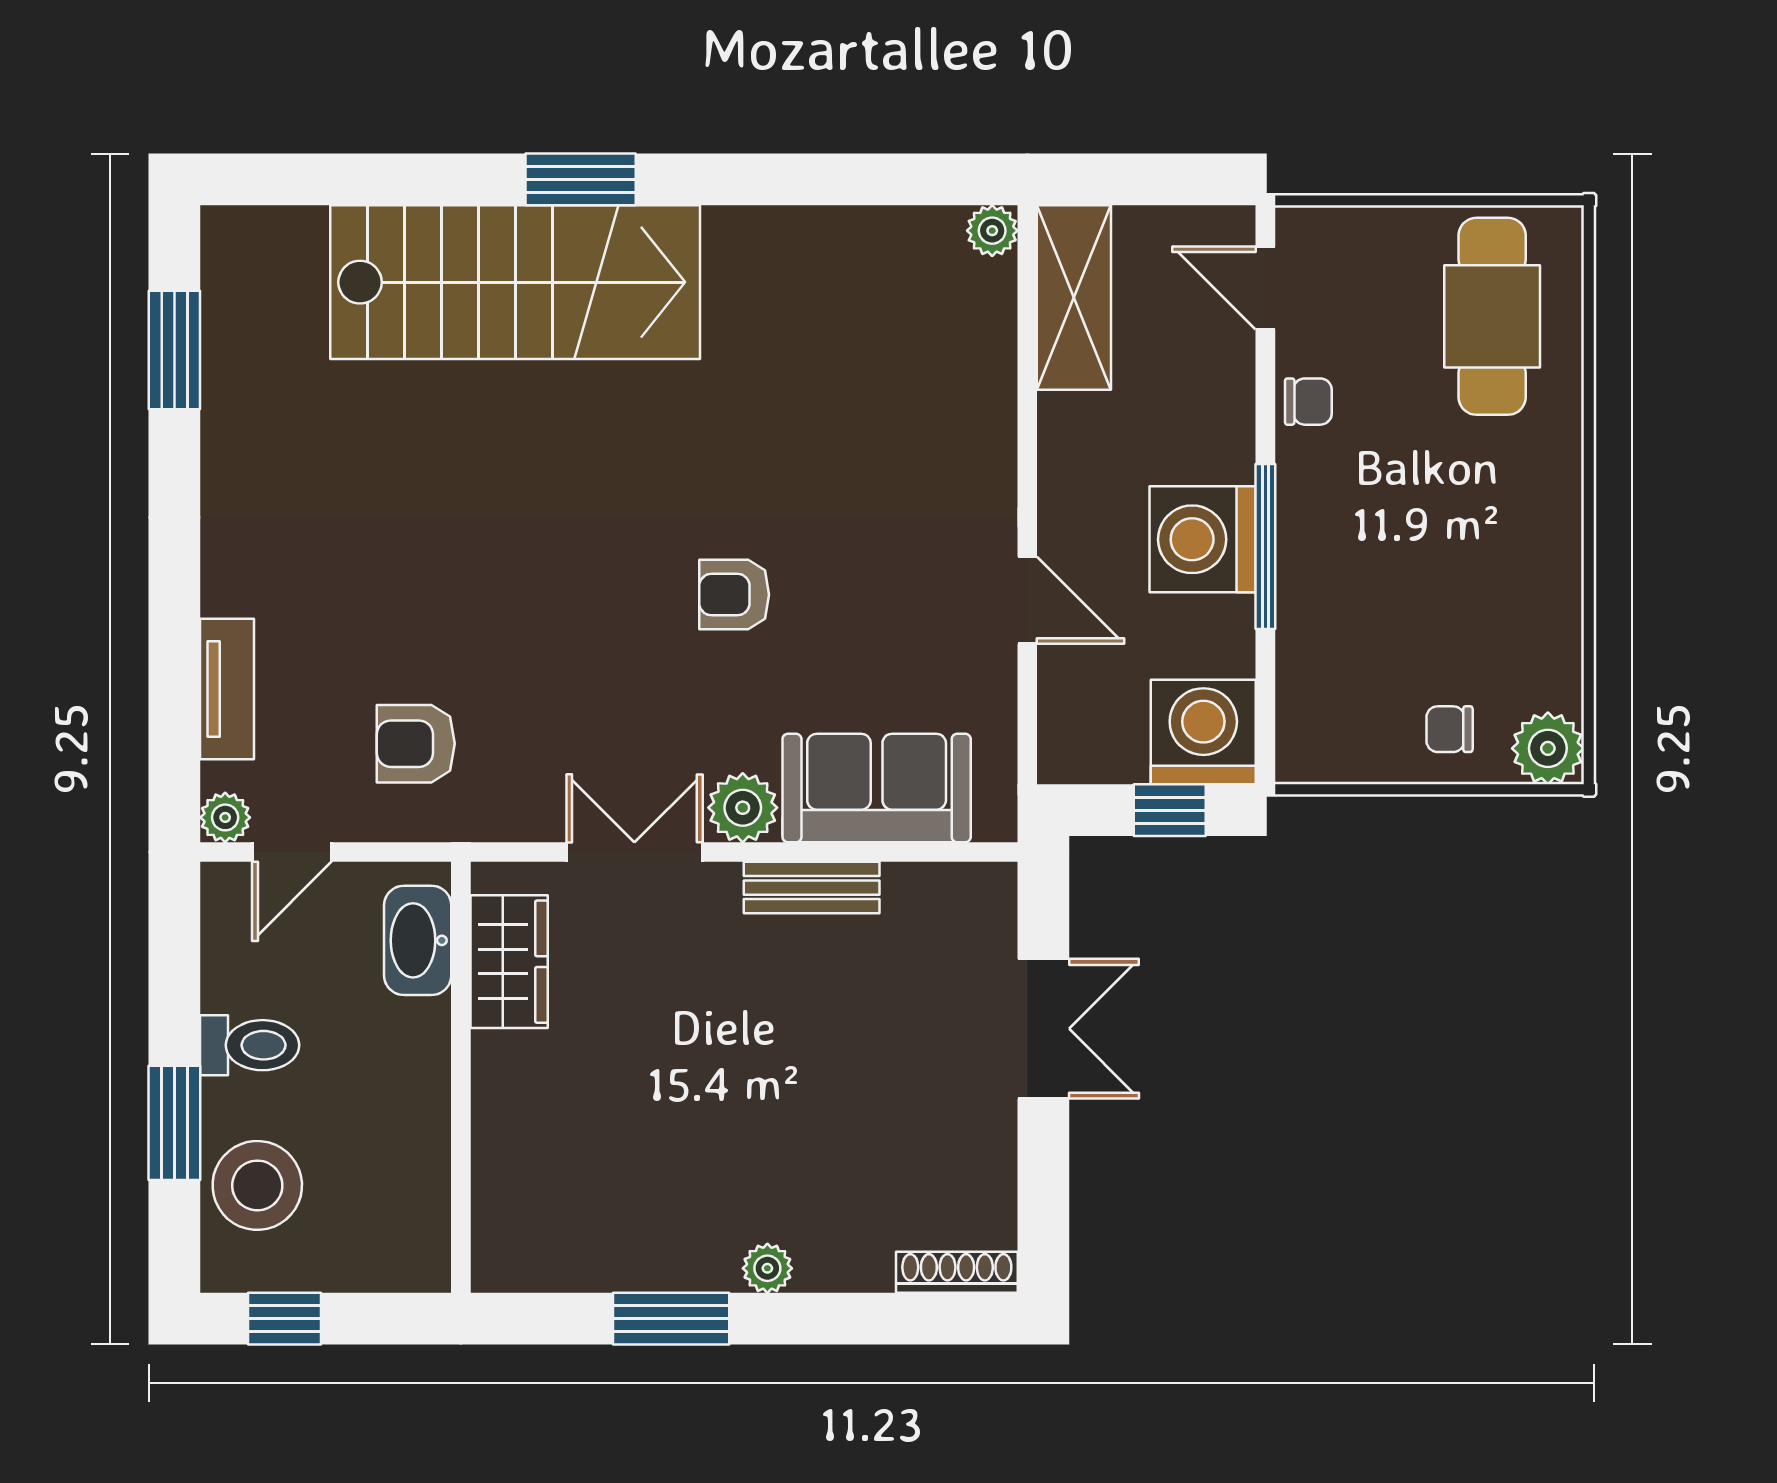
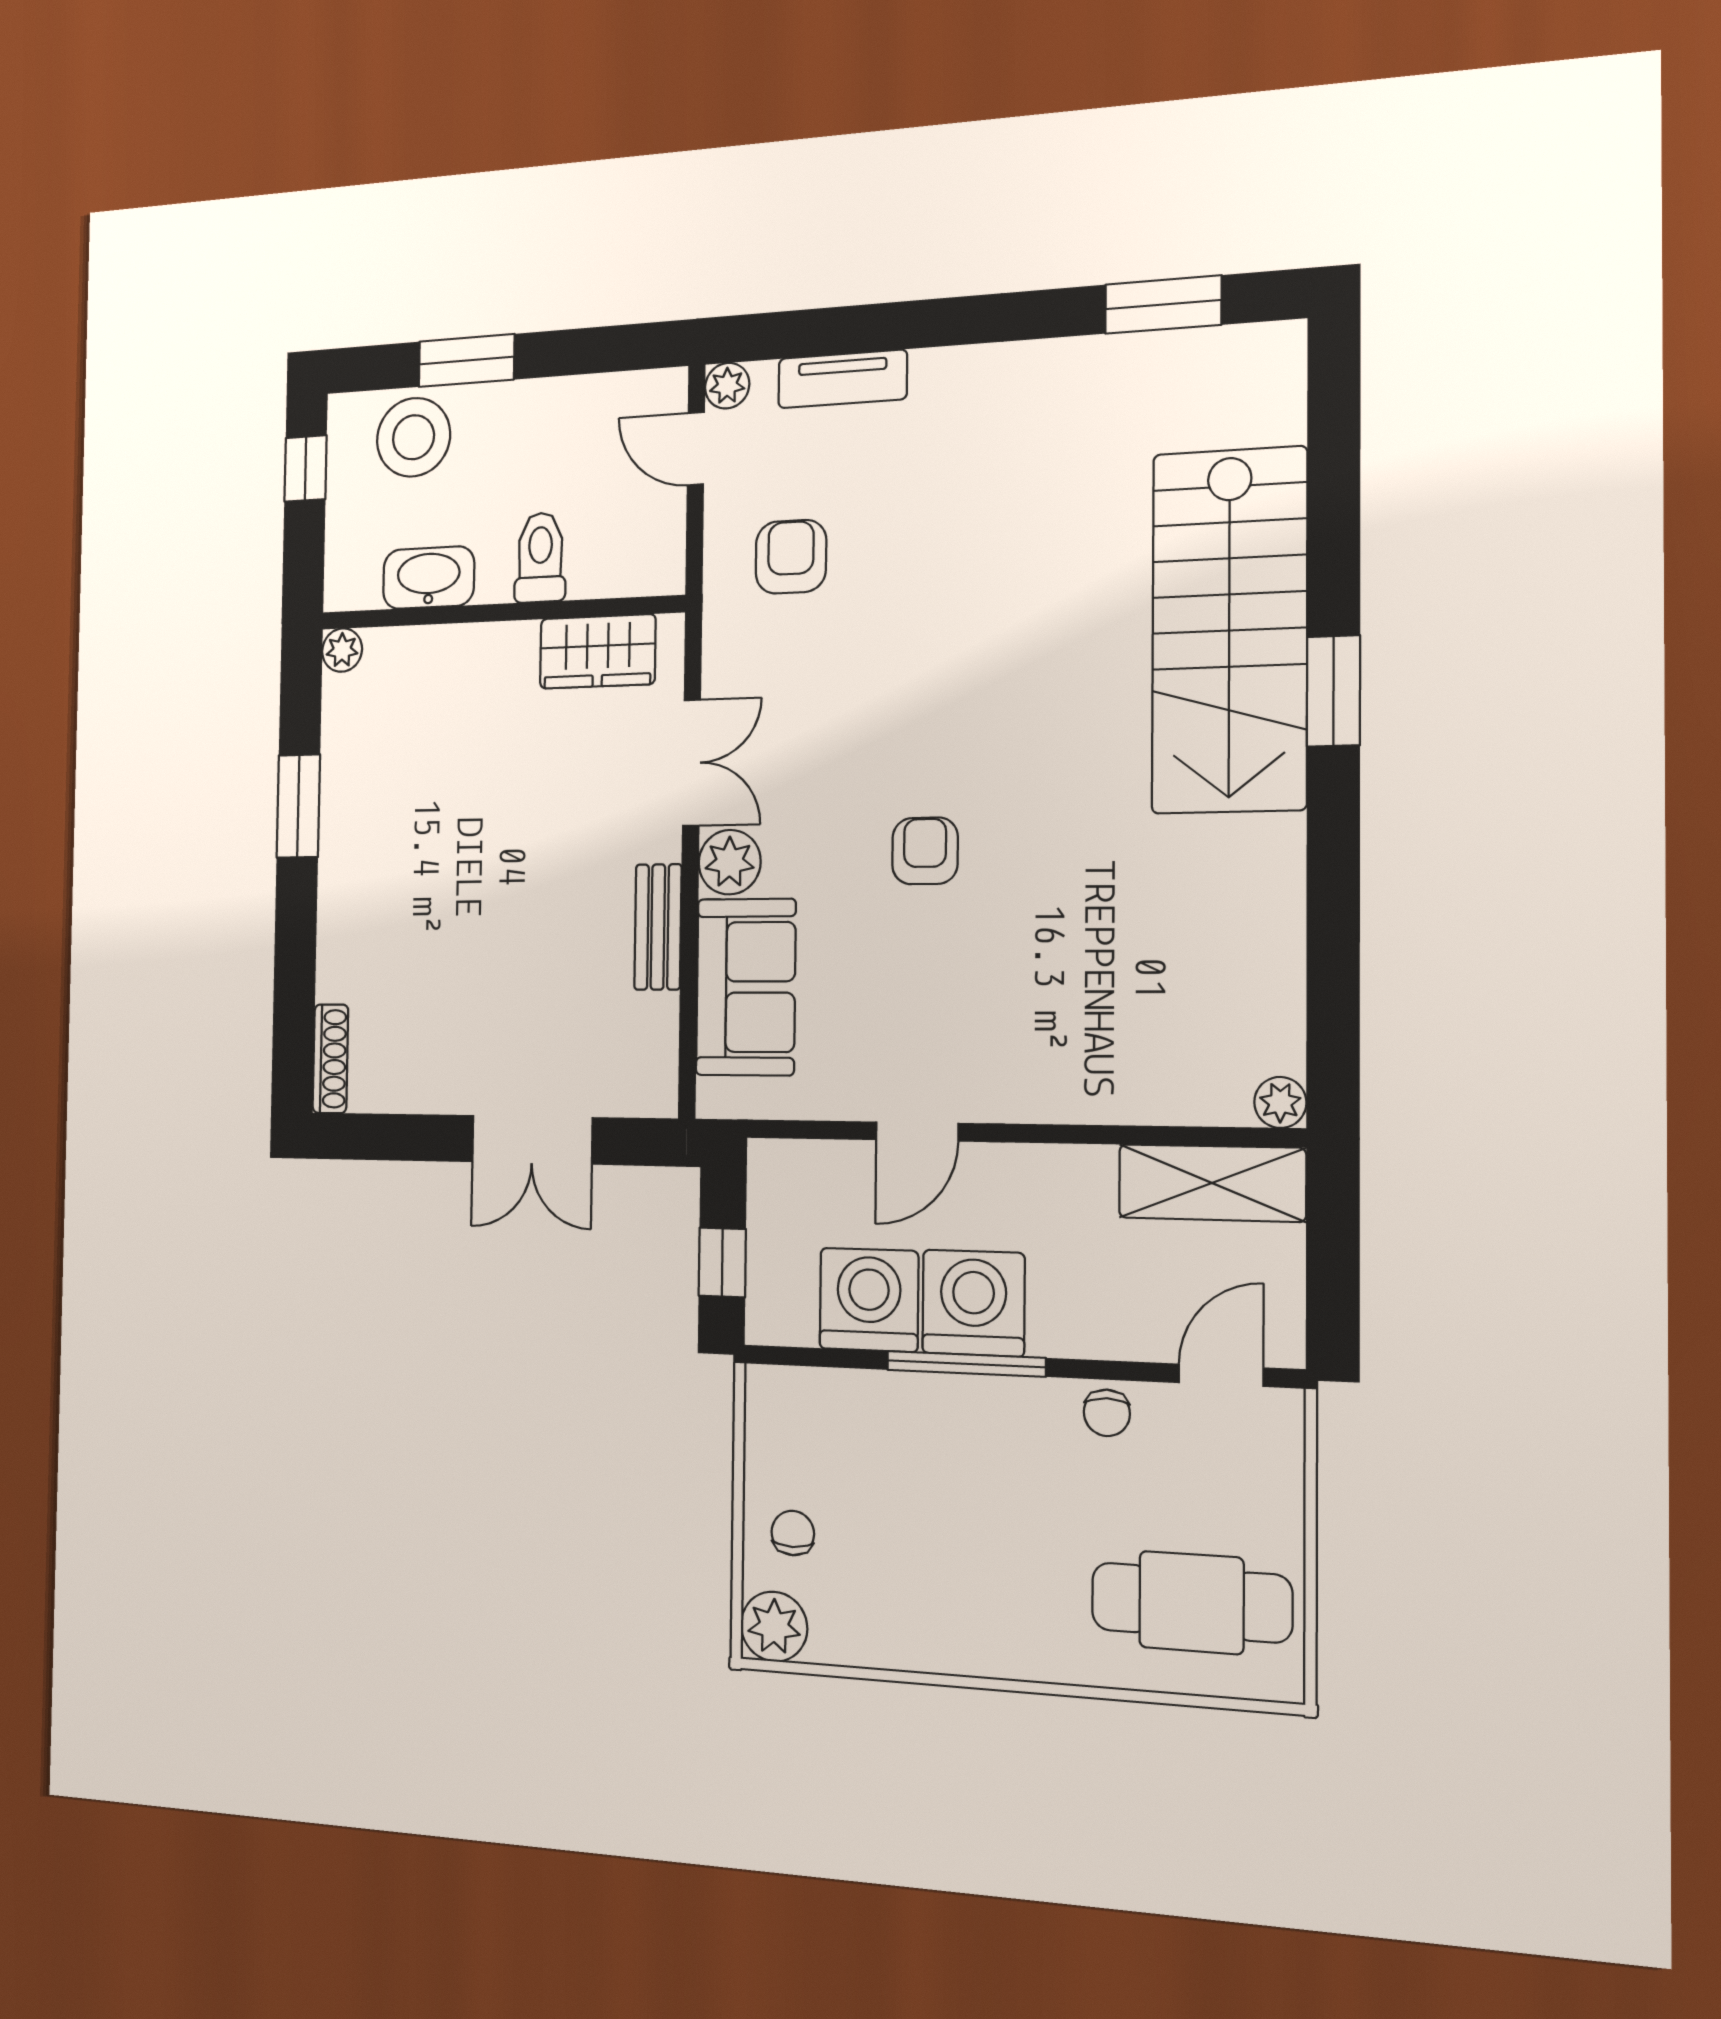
washing machine: (1203, 732) -> (869, 1300), moved, turned -90
washbasin: (418, 940) -> (429, 578), moved
toilet: (250, 1045) -> (540, 557), moved, turned 180
plant: (767, 1268) -> (342, 650), moved

